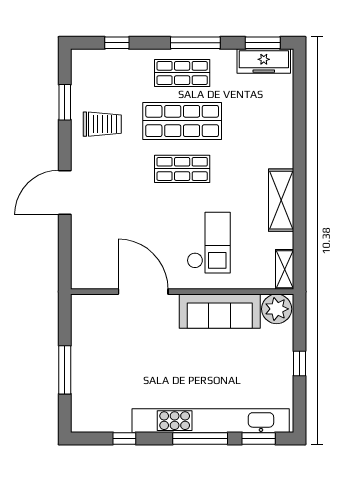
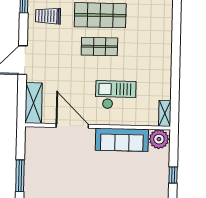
trolley: (102, 124) -> (48, 16), turned 180
shelving: (281, 200) -> (34, 103), moved
checkout: (209, 243) -> (116, 95), turned -90

